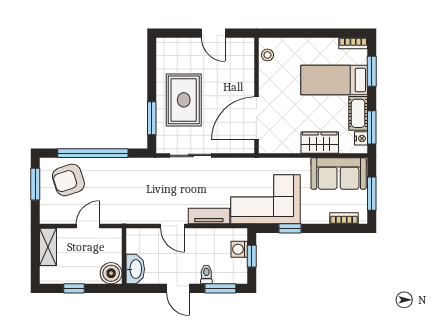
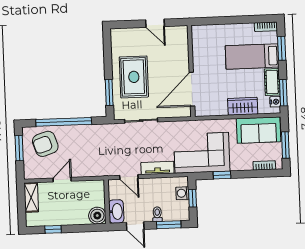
stool: (267, 55) -> (199, 39), removed
wall: (124, 256) -> (107, 202), moved
washbasin: (135, 269) -> (116, 212), moved
boiler: (111, 273) -> (97, 216), moved

